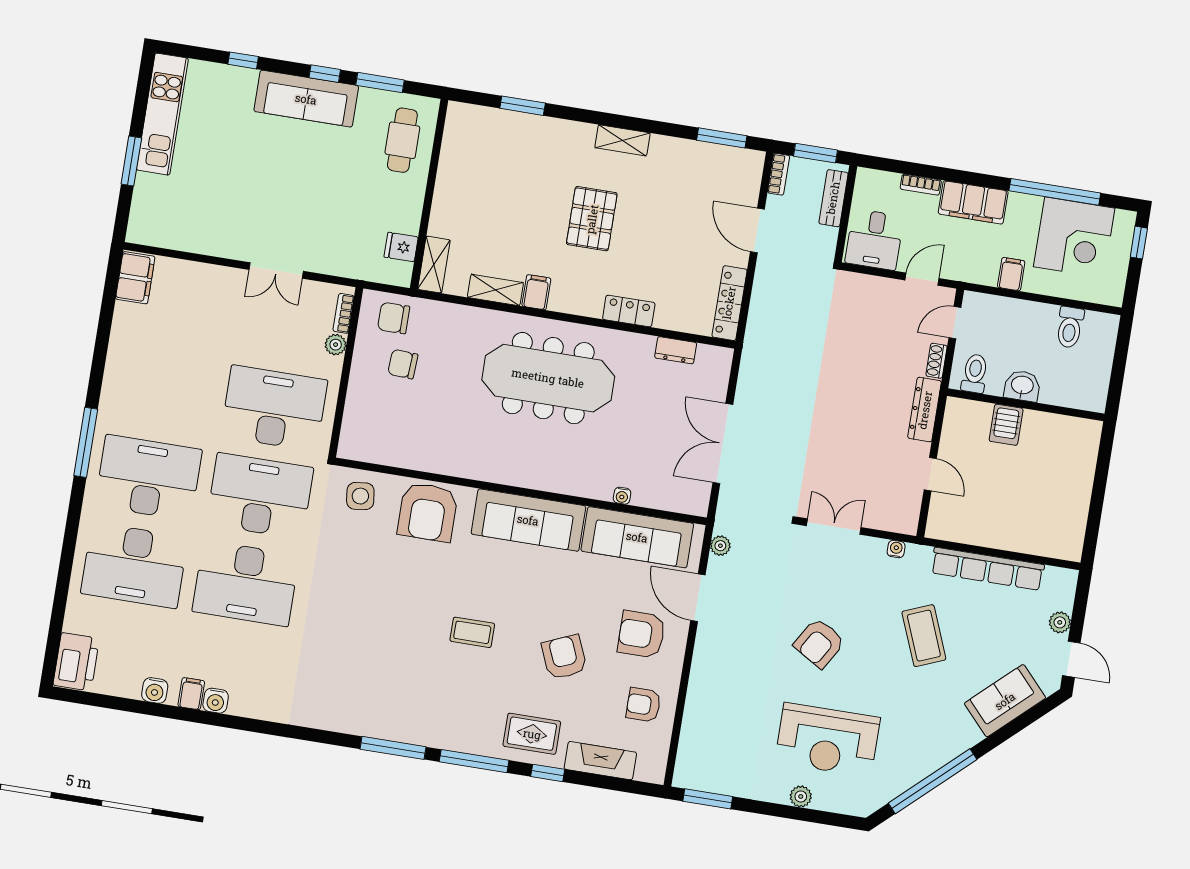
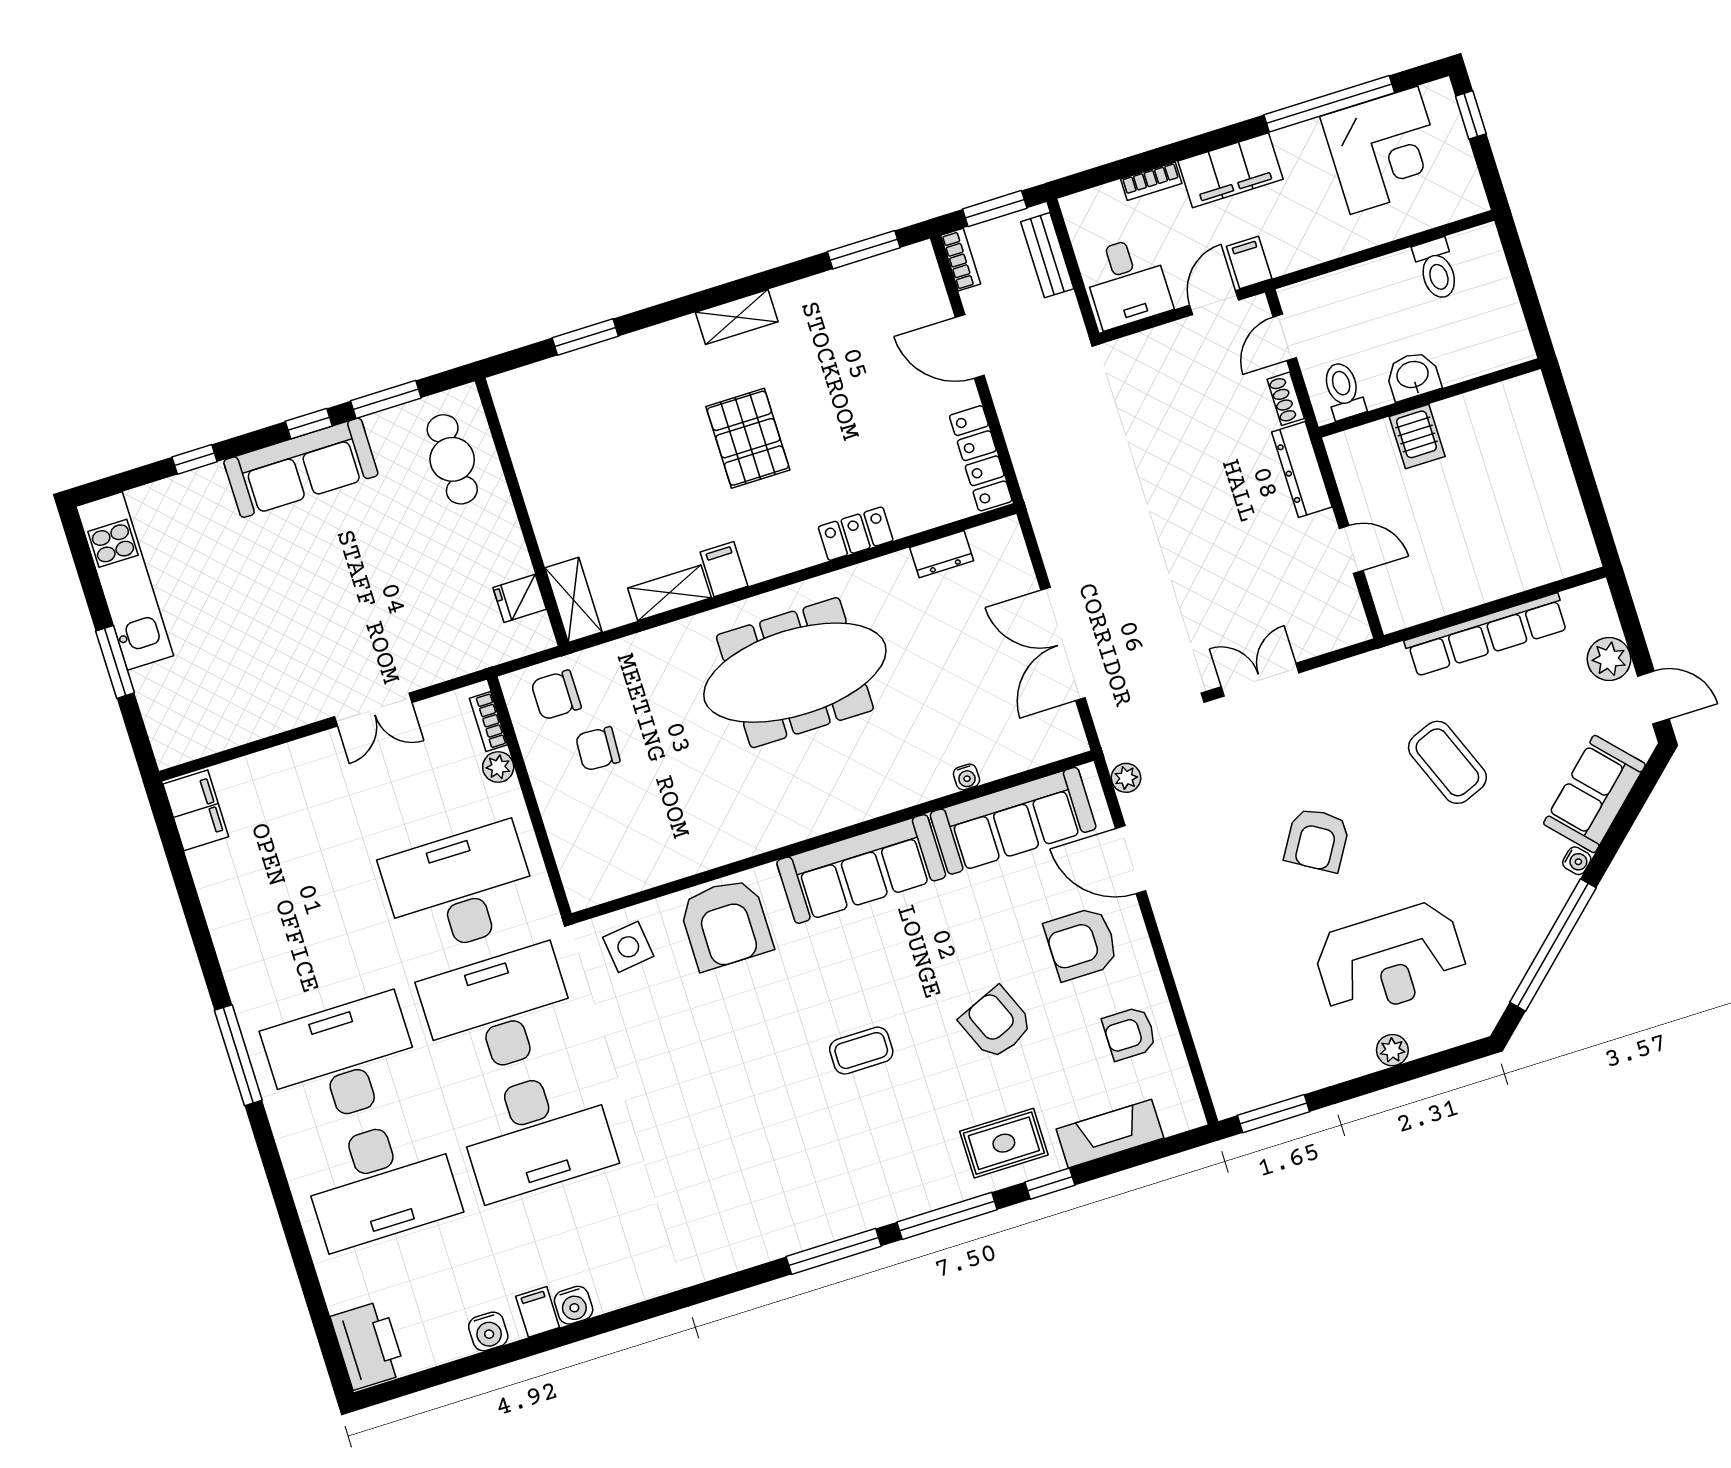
filing cabinet: (1011, 274) -> (1249, 262), moved
water cooler: (896, 549) -> (1577, 861), moved, turned 137
plant: (1060, 622) -> (1609, 659), width x1.38, depth x1.38

